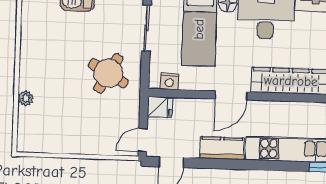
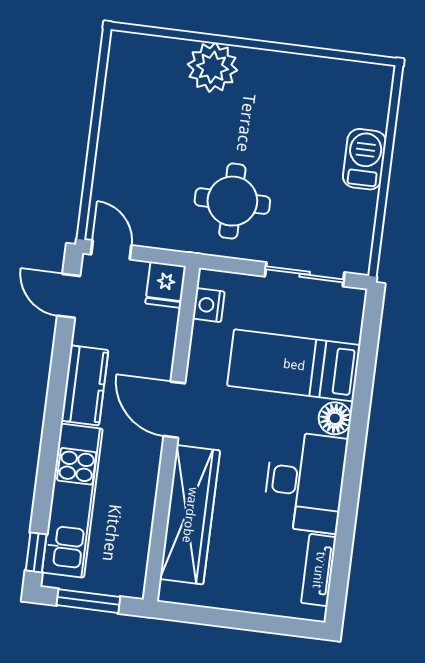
round table: (108, 73) -> (232, 201), turned -30
plant: (26, 98) -> (212, 67), width x1.88, depth x1.88

